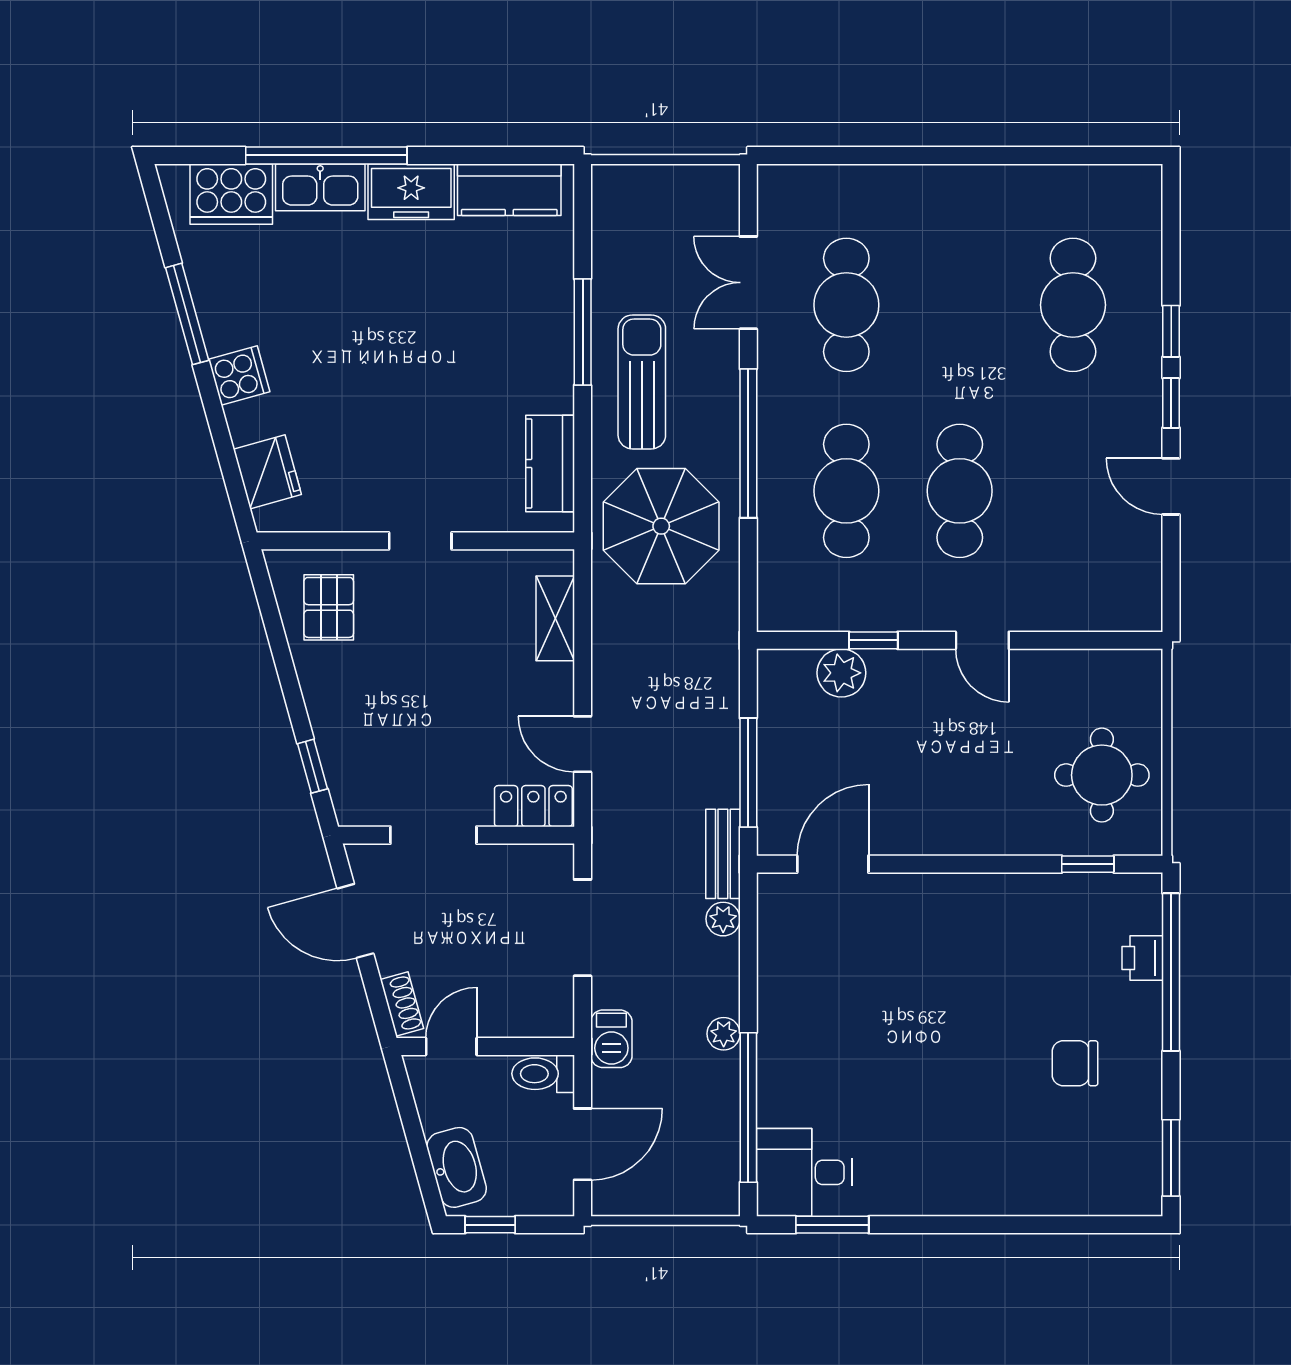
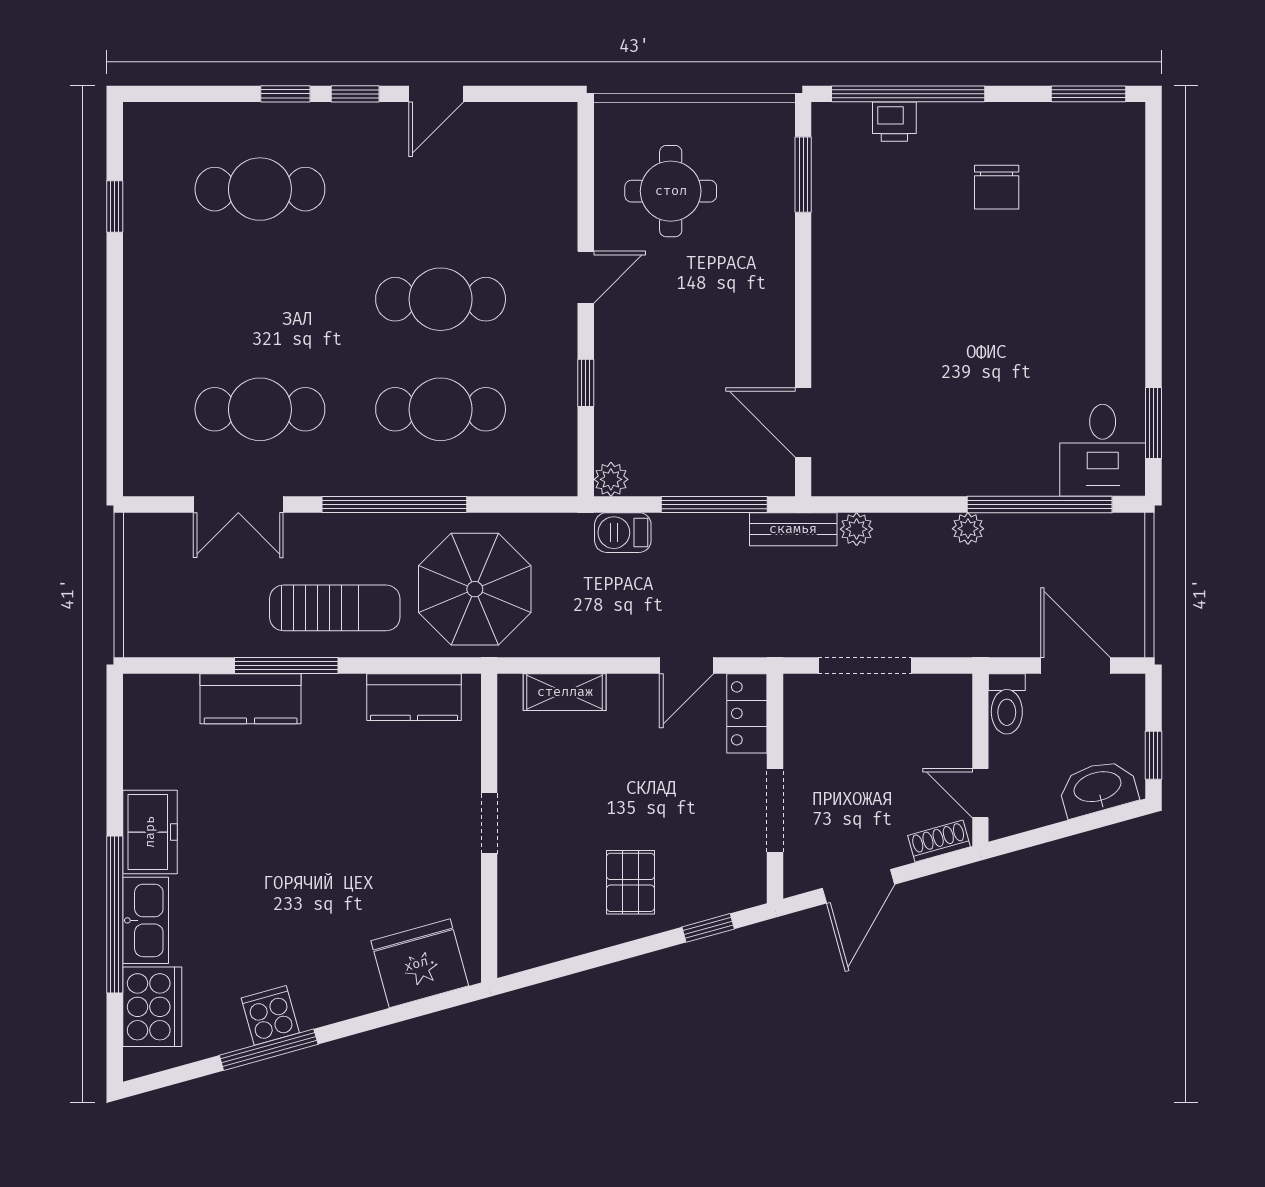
window: (1055, 155) -> (115, 207), added
kitchen counter: (509, 190) -> (251, 699), moved, turned 90
cooker: (239, 376) -> (270, 1015), moved
sun lounger: (642, 382) -> (335, 608), turned 180
fridge: (267, 472) -> (420, 963), width x1.36, depth x1.34
pallet: (329, 607) -> (630, 882), moved, turned 90
plant: (841, 673) -> (611, 479), moved, width x0.73, depth x0.73
round table: (1102, 775) -> (671, 191), moved
window: (1088, 864) -> (803, 175), width x1.50
barbecue: (611, 1039) -> (623, 533), moved, turned 180

